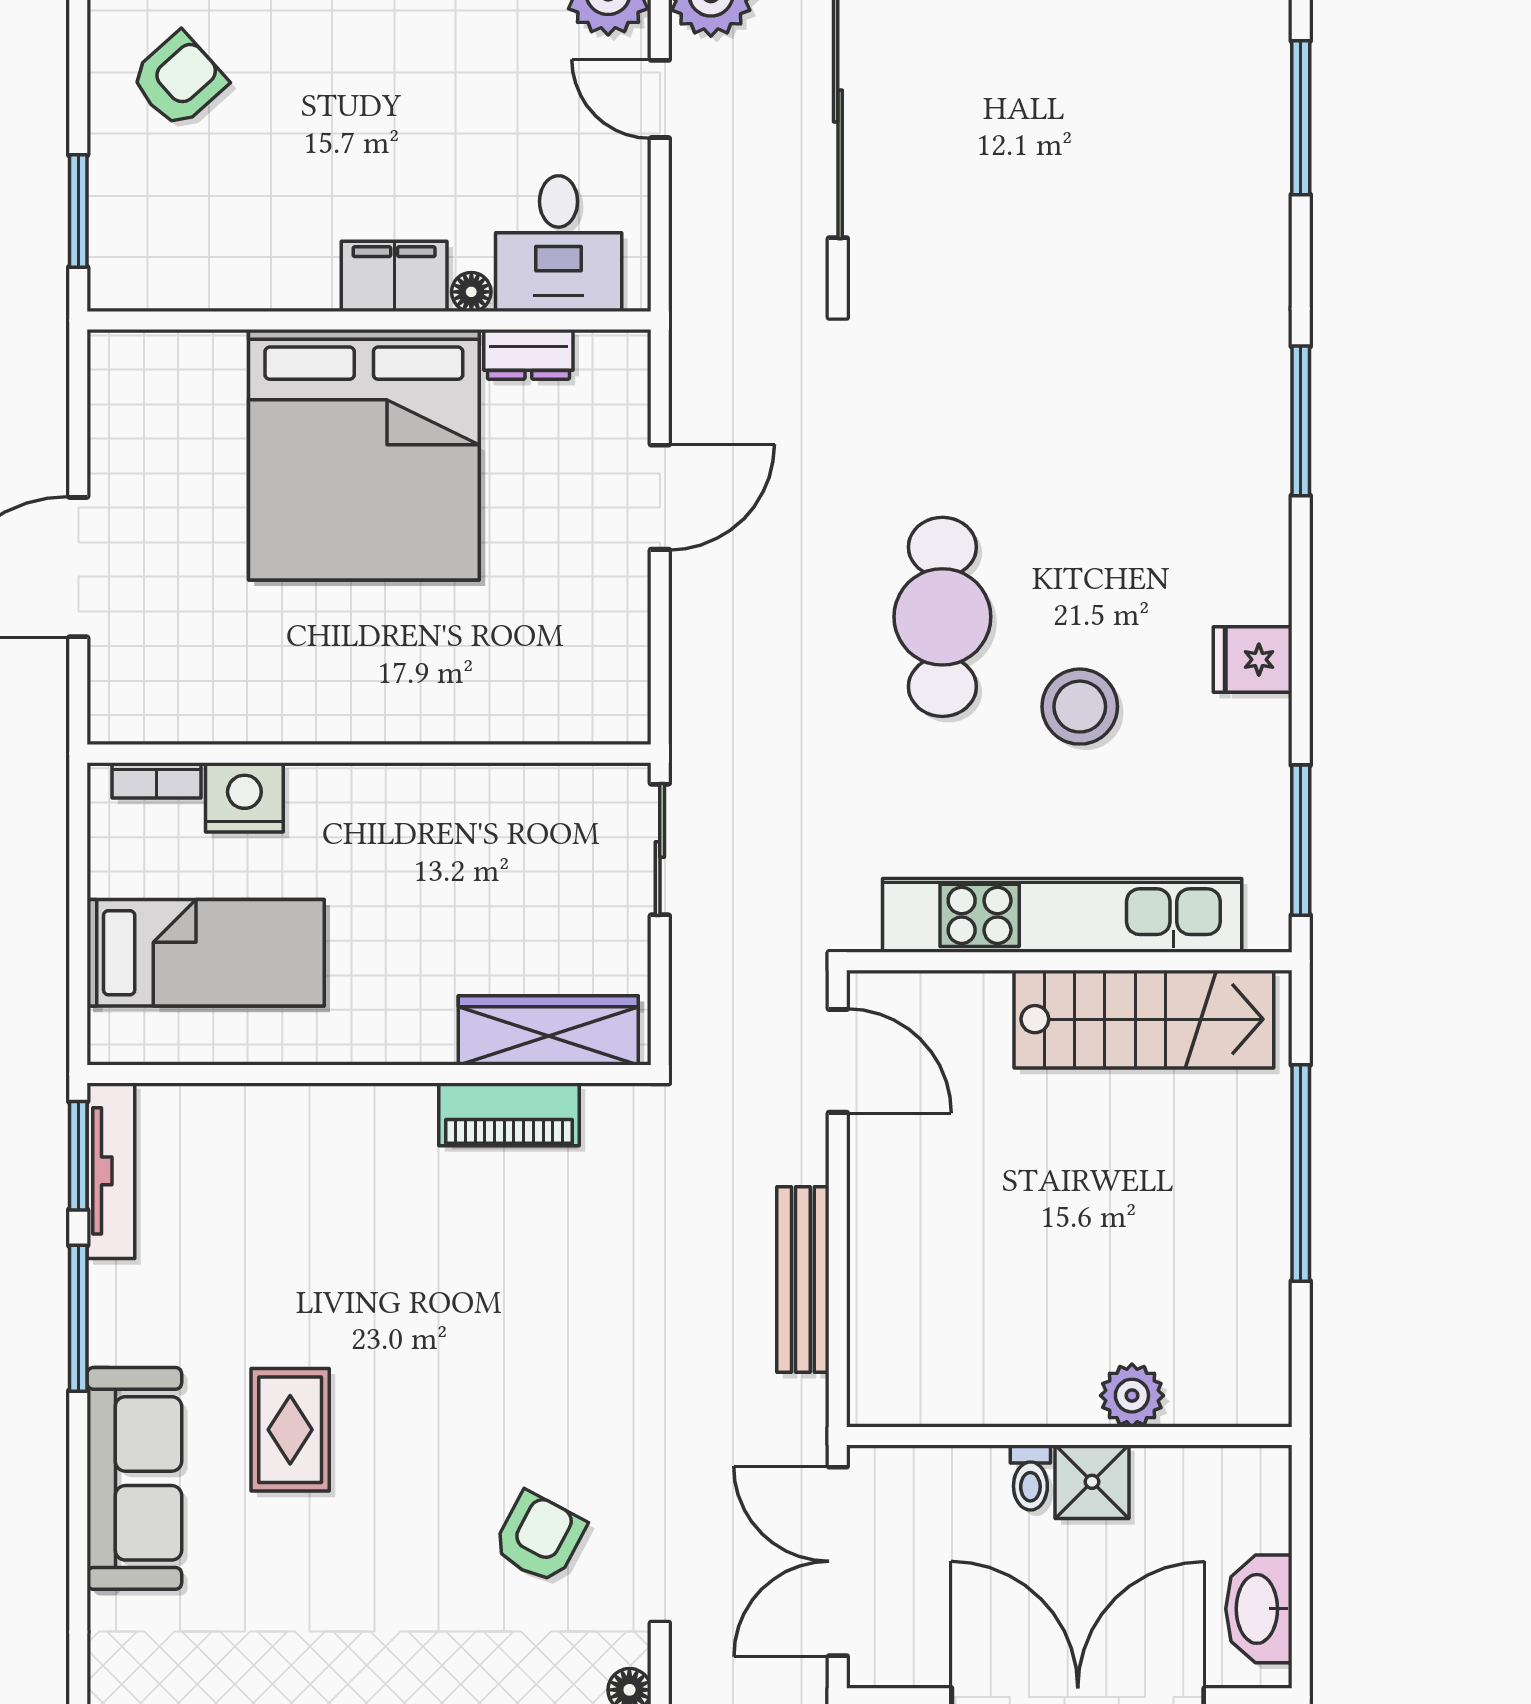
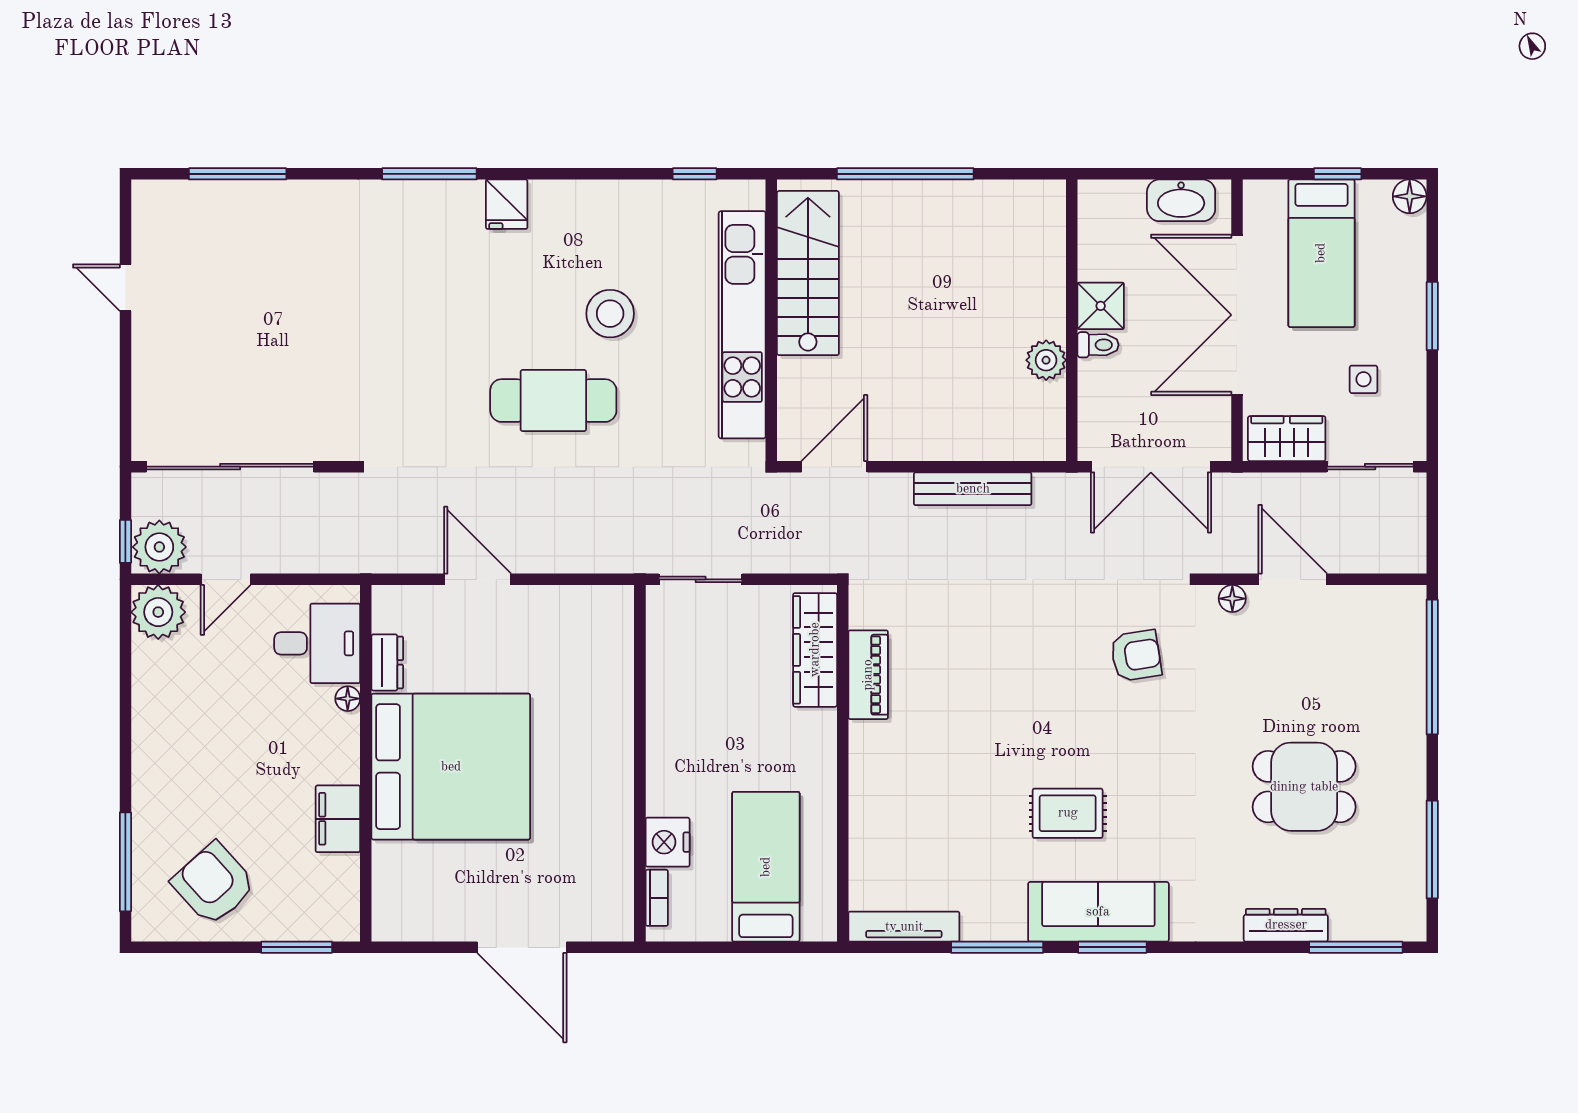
armchair: (179, 80) -> (214, 884), width x1.38, depth x1.38
filing cabinet: (394, 276) -> (338, 819), moved
fridge: (1253, 660) -> (507, 204), moved
window: (1301, 840) -> (695, 174), width x0.46
window: (78, 1156) -> (1112, 947), moved
plant: (1132, 1396) -> (1046, 360), moved
armchair: (539, 1538) -> (1136, 656), turned 143

